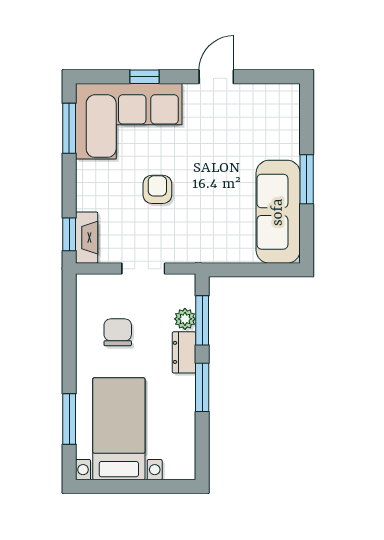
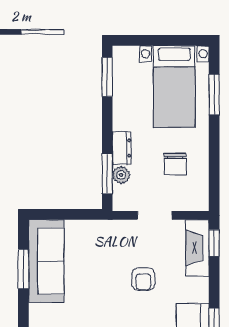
window: (307, 179) -> (23, 269), moved
fireplace: (87, 238) -> (197, 248), width x1.37, depth x1.32
window: (202, 387) -> (107, 77), moved

